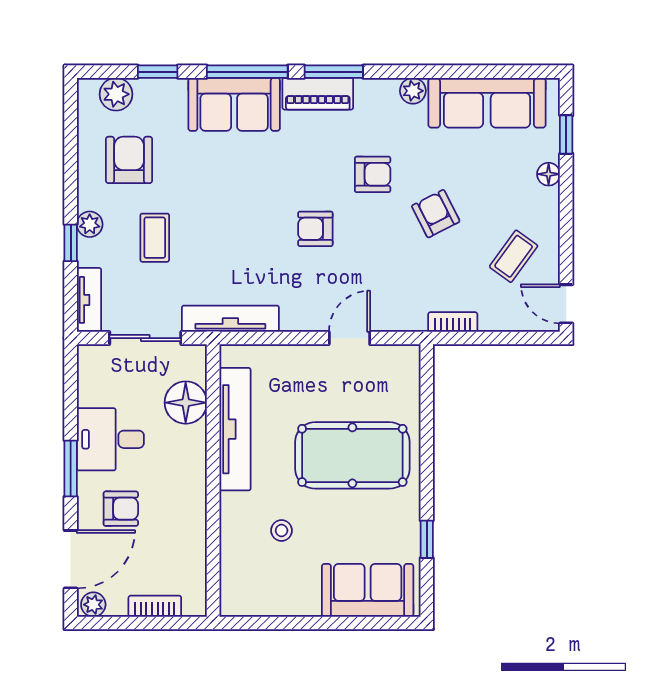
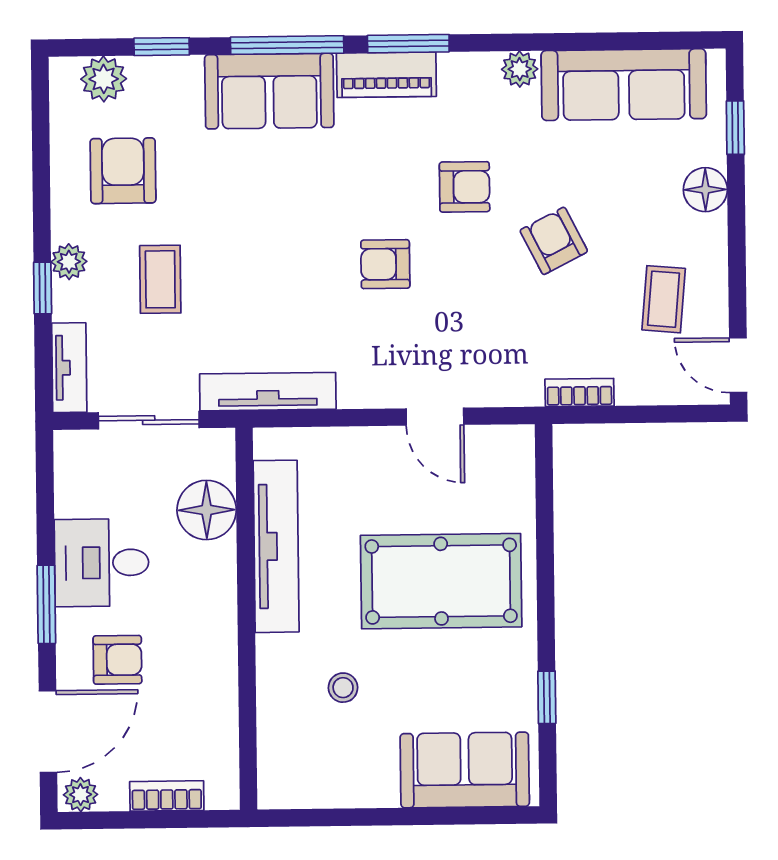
floor lamp: (549, 174) -> (705, 190), width x1.37, depth x1.37
coffee table: (514, 256) -> (664, 299), turned -31
door: (349, 338) -> (435, 417), swing flipped

